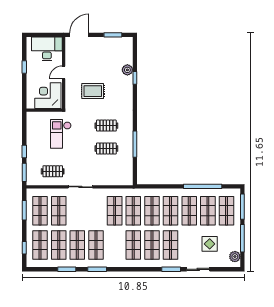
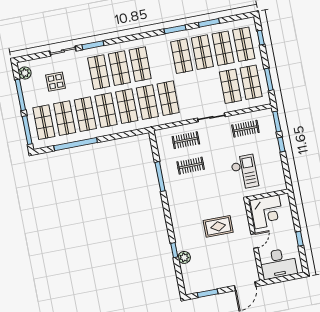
clothes rail: (106, 126) -> (186, 140), moved

